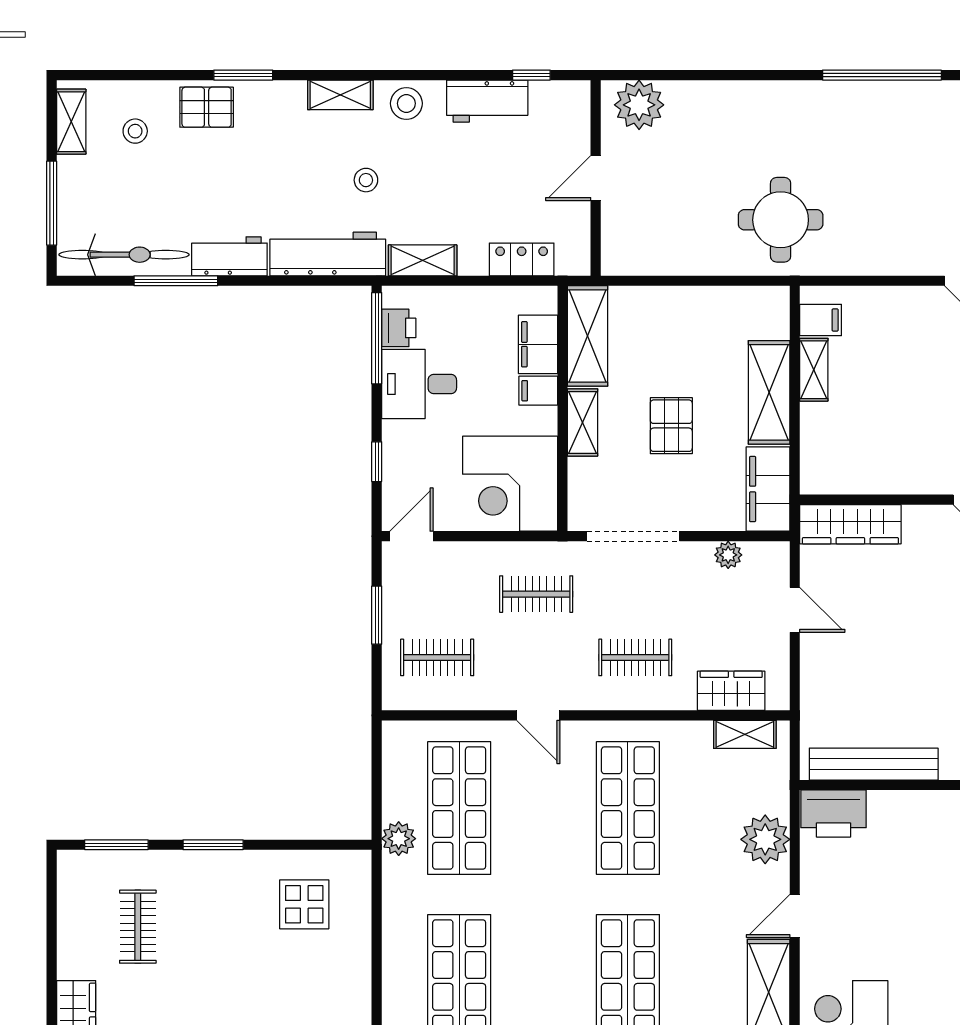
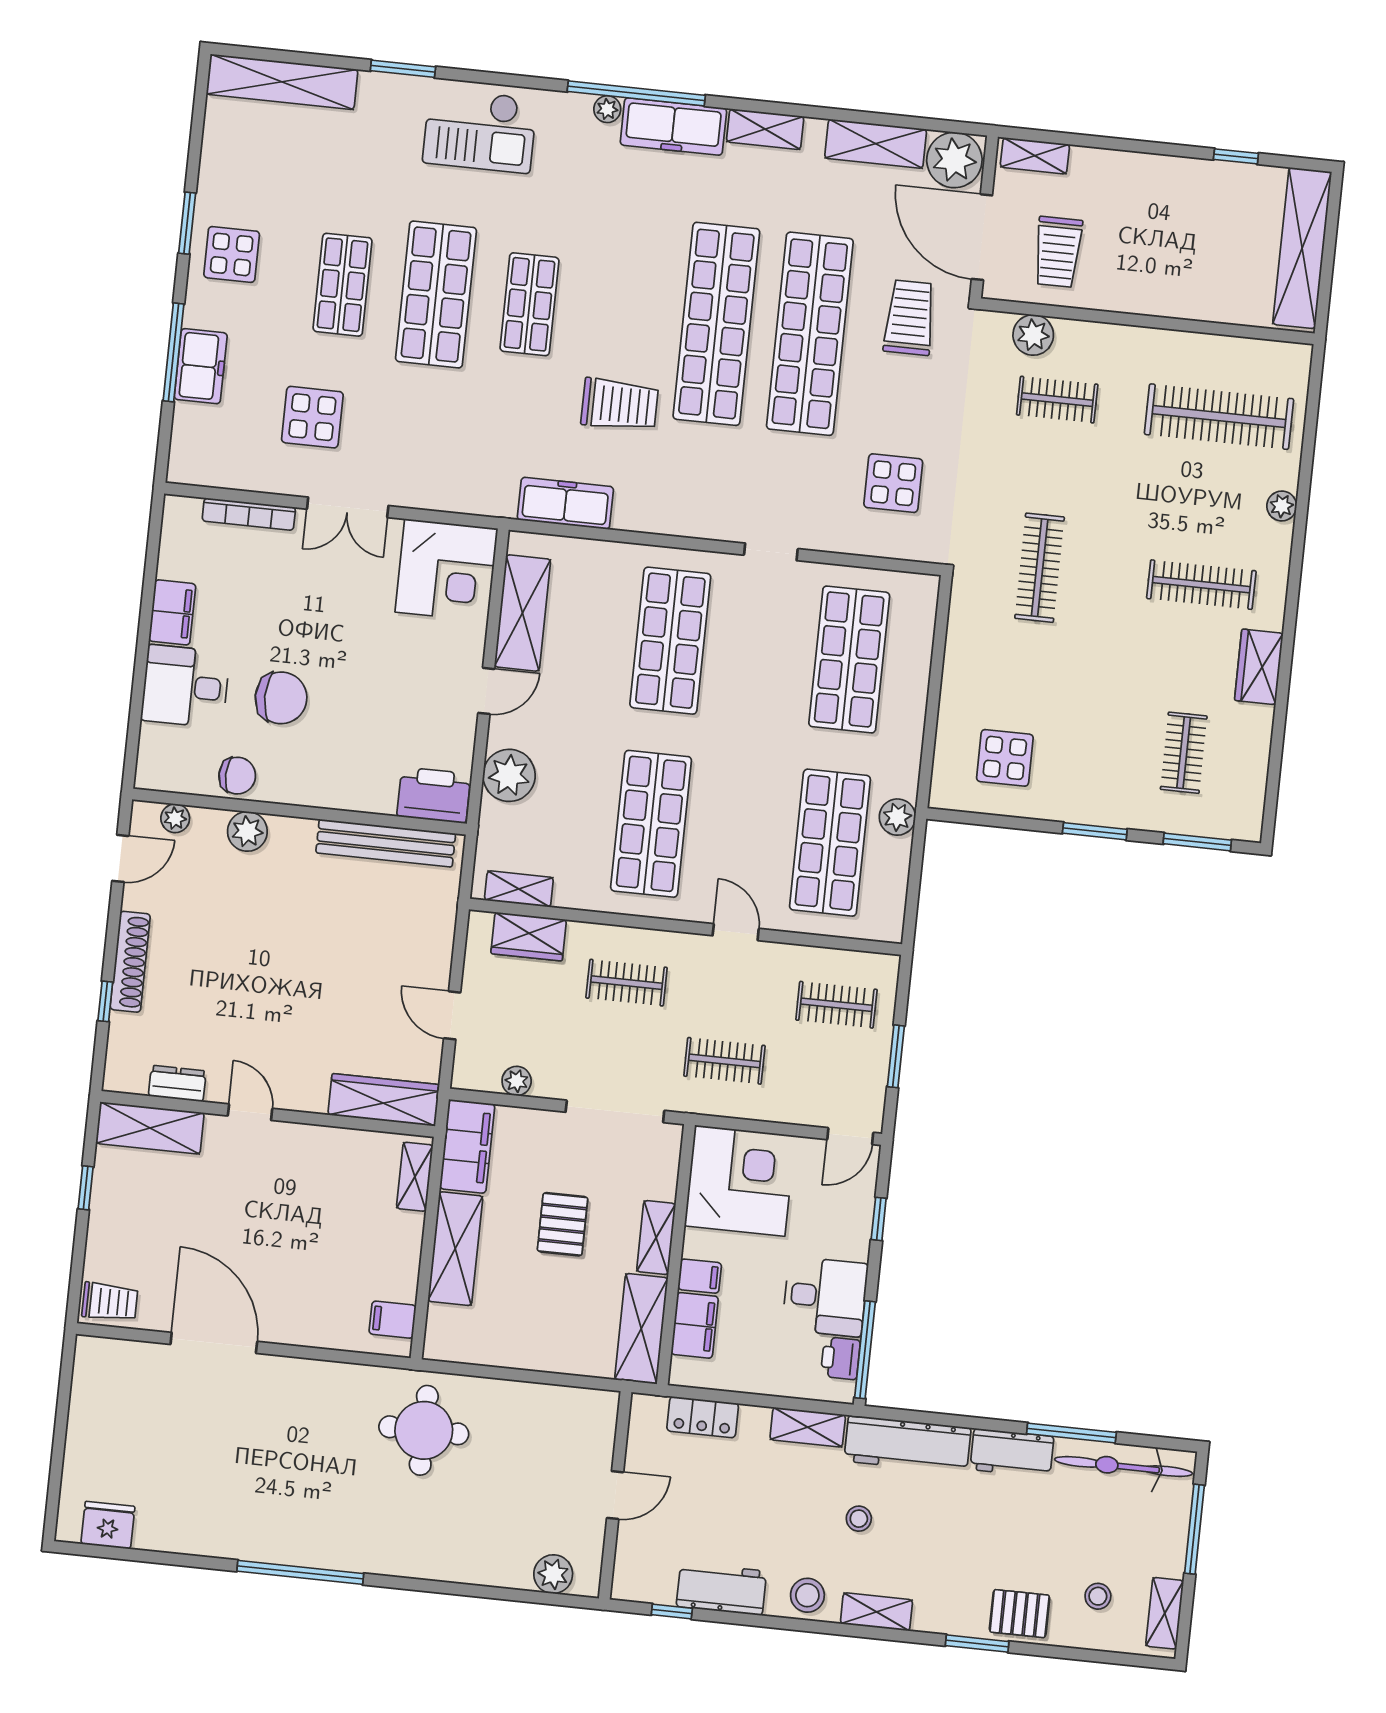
plant: (639, 105) -> (553, 1574), width x0.73, depth x0.73
shelving: (814, 370) -> (415, 1177), moved

